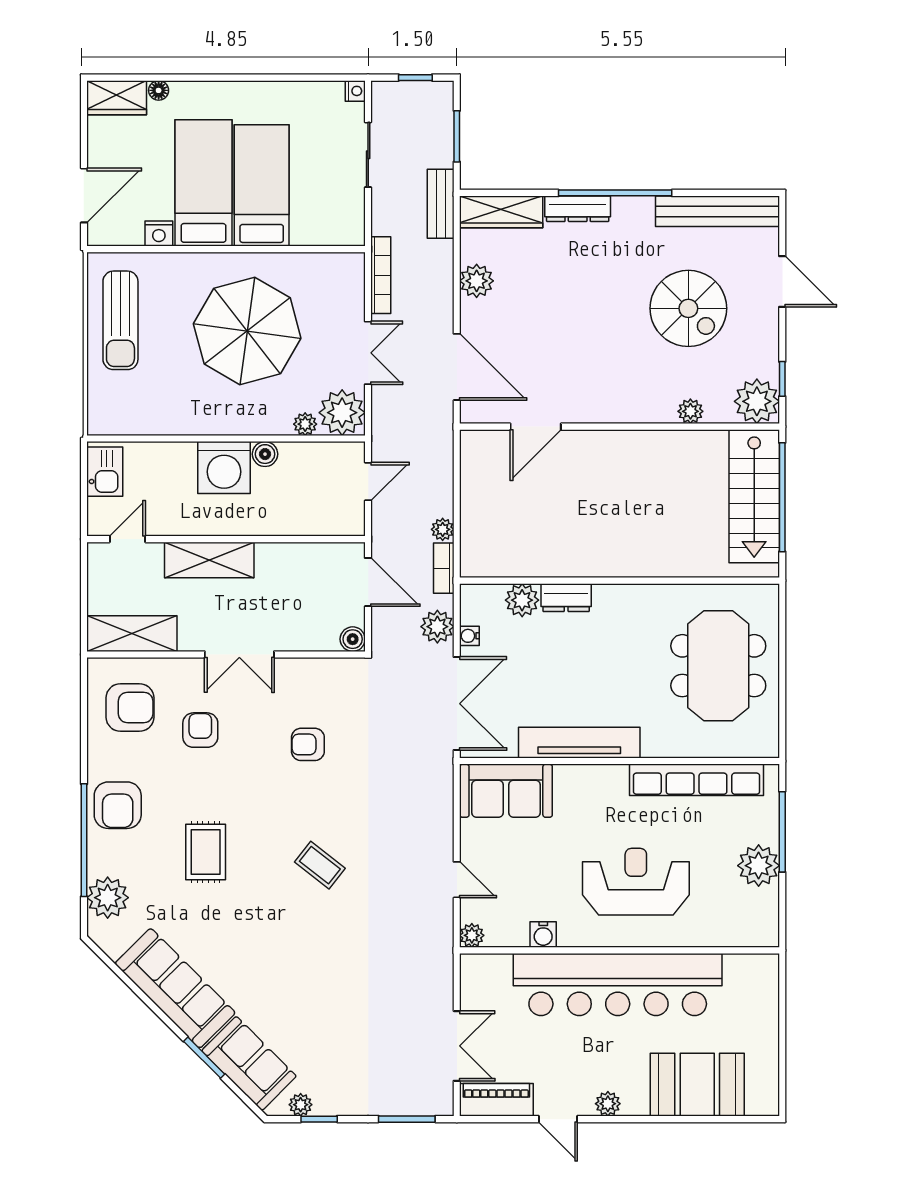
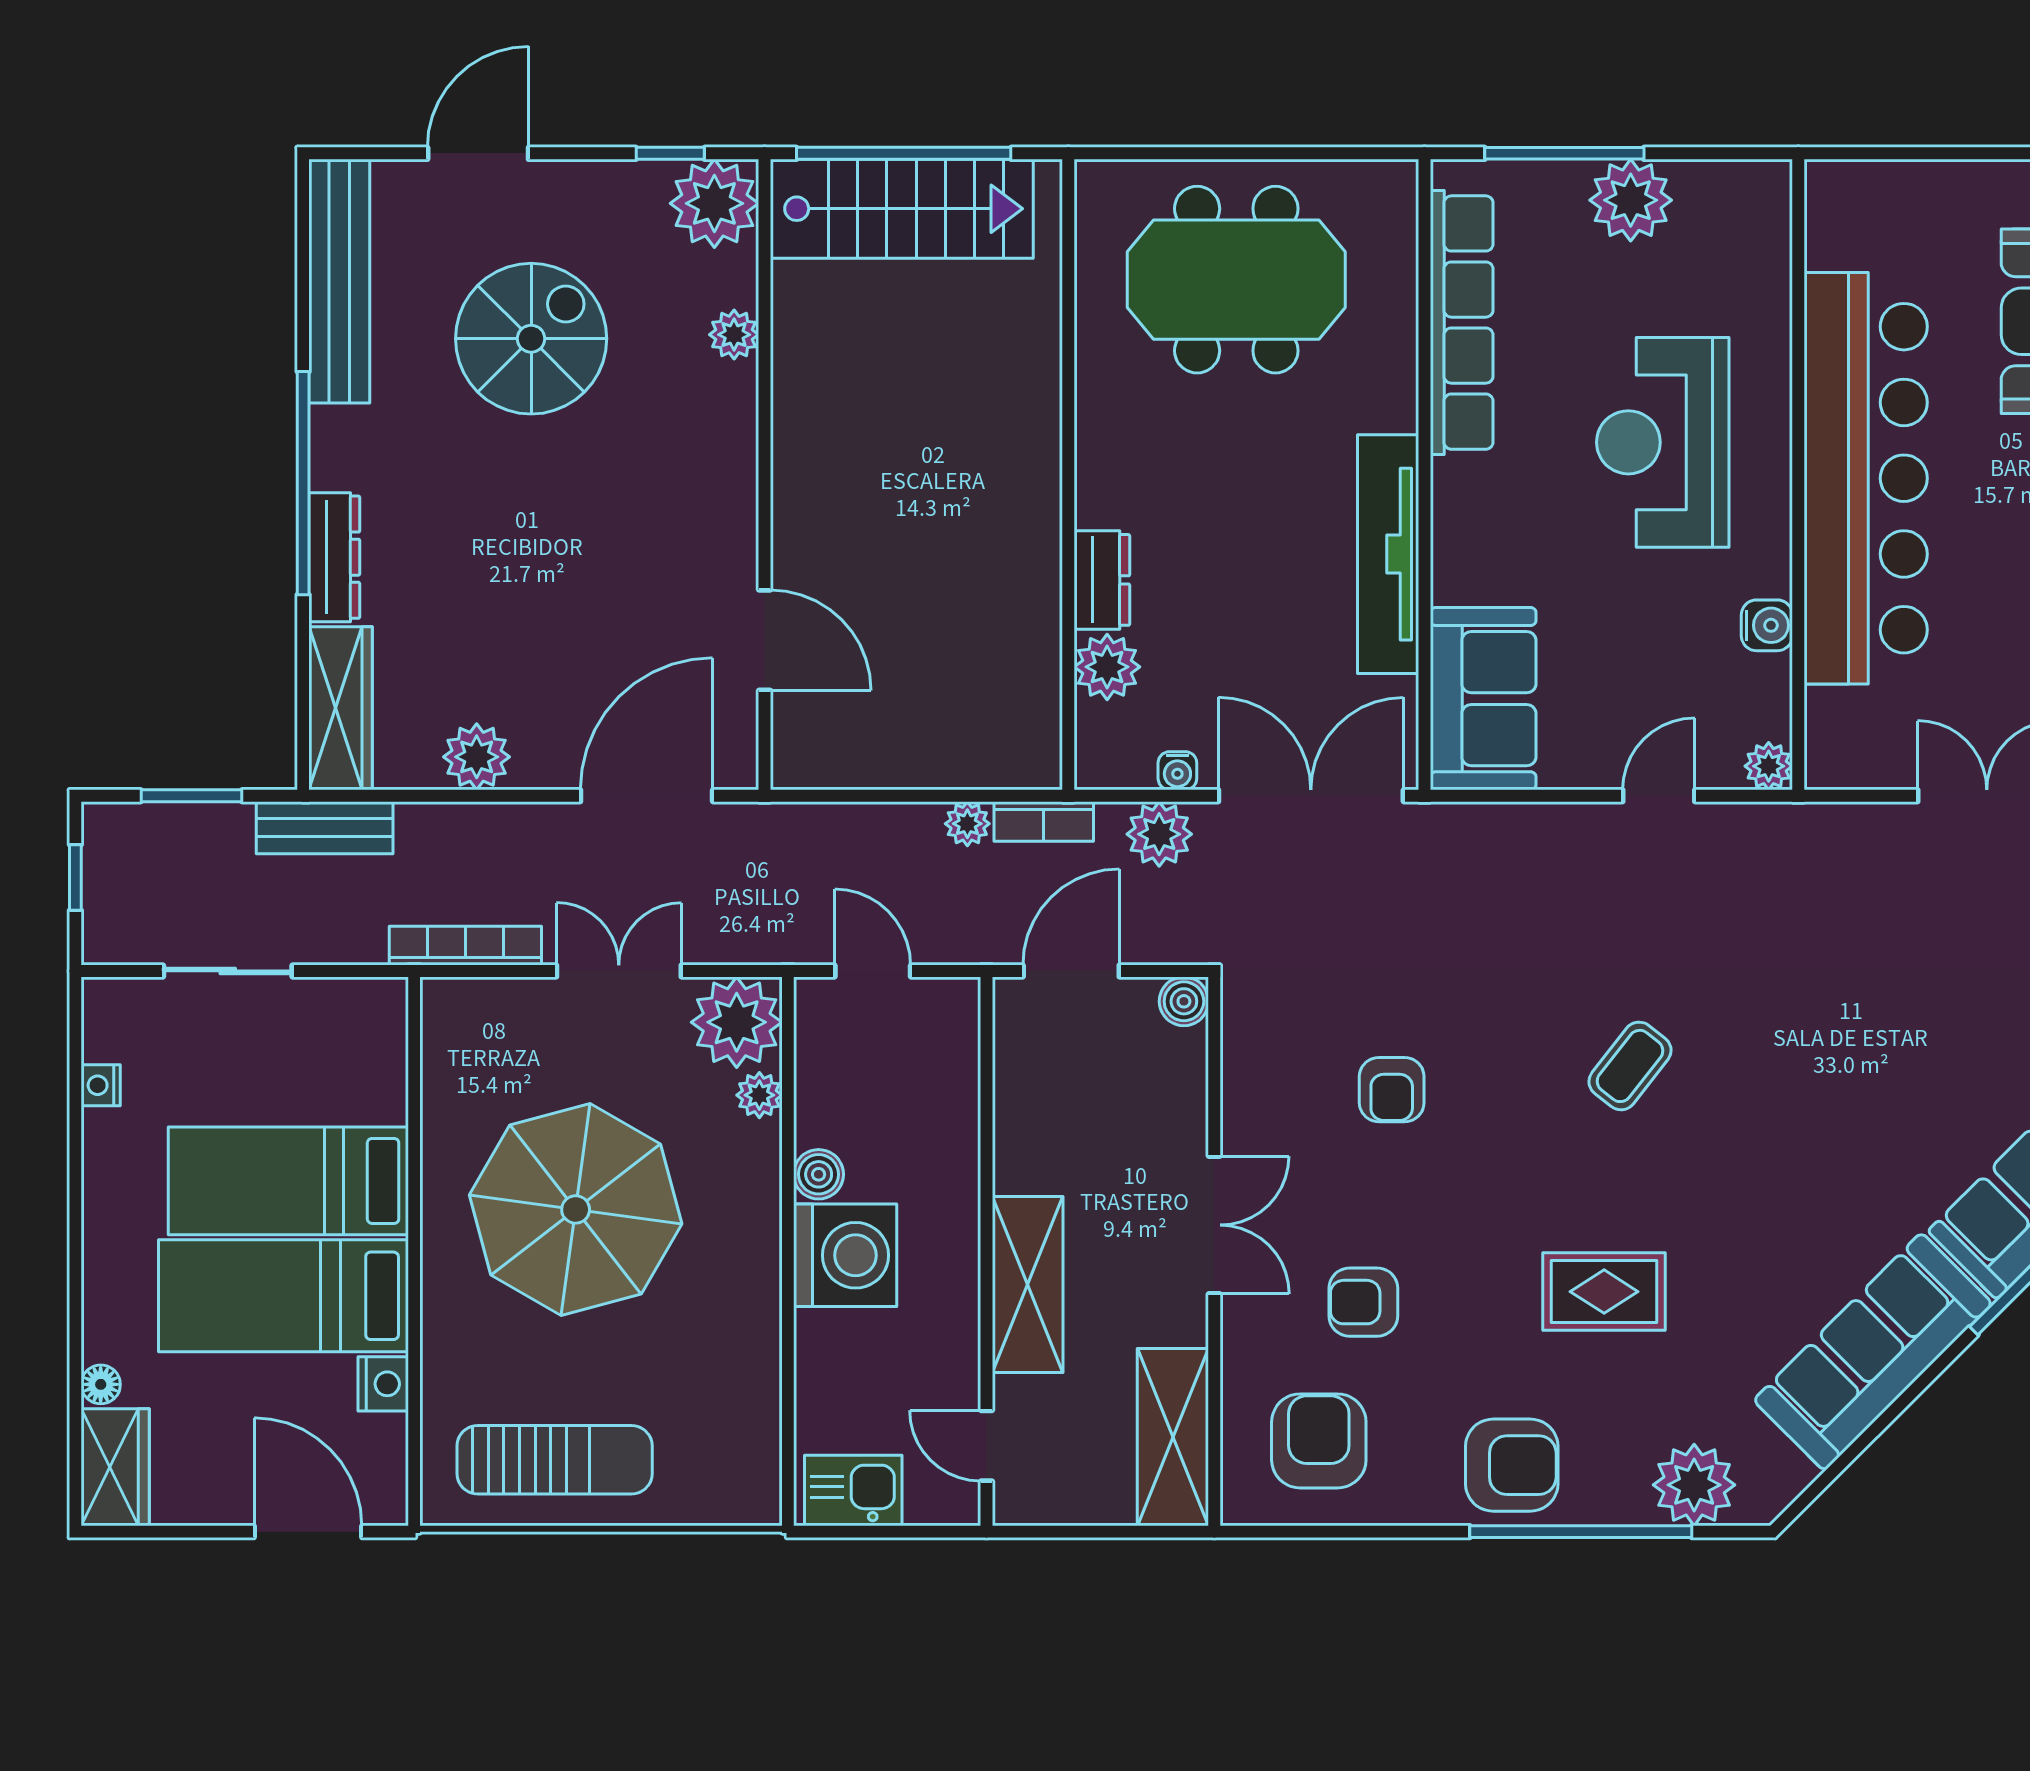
nightstand: (355, 91) -> (101, 1085), moved, turned -90

